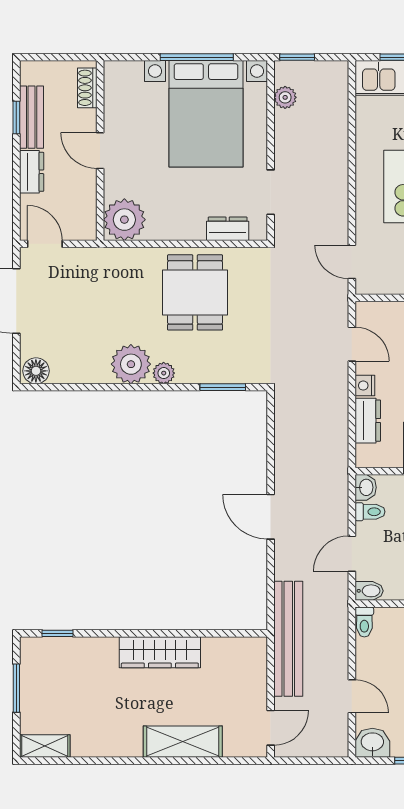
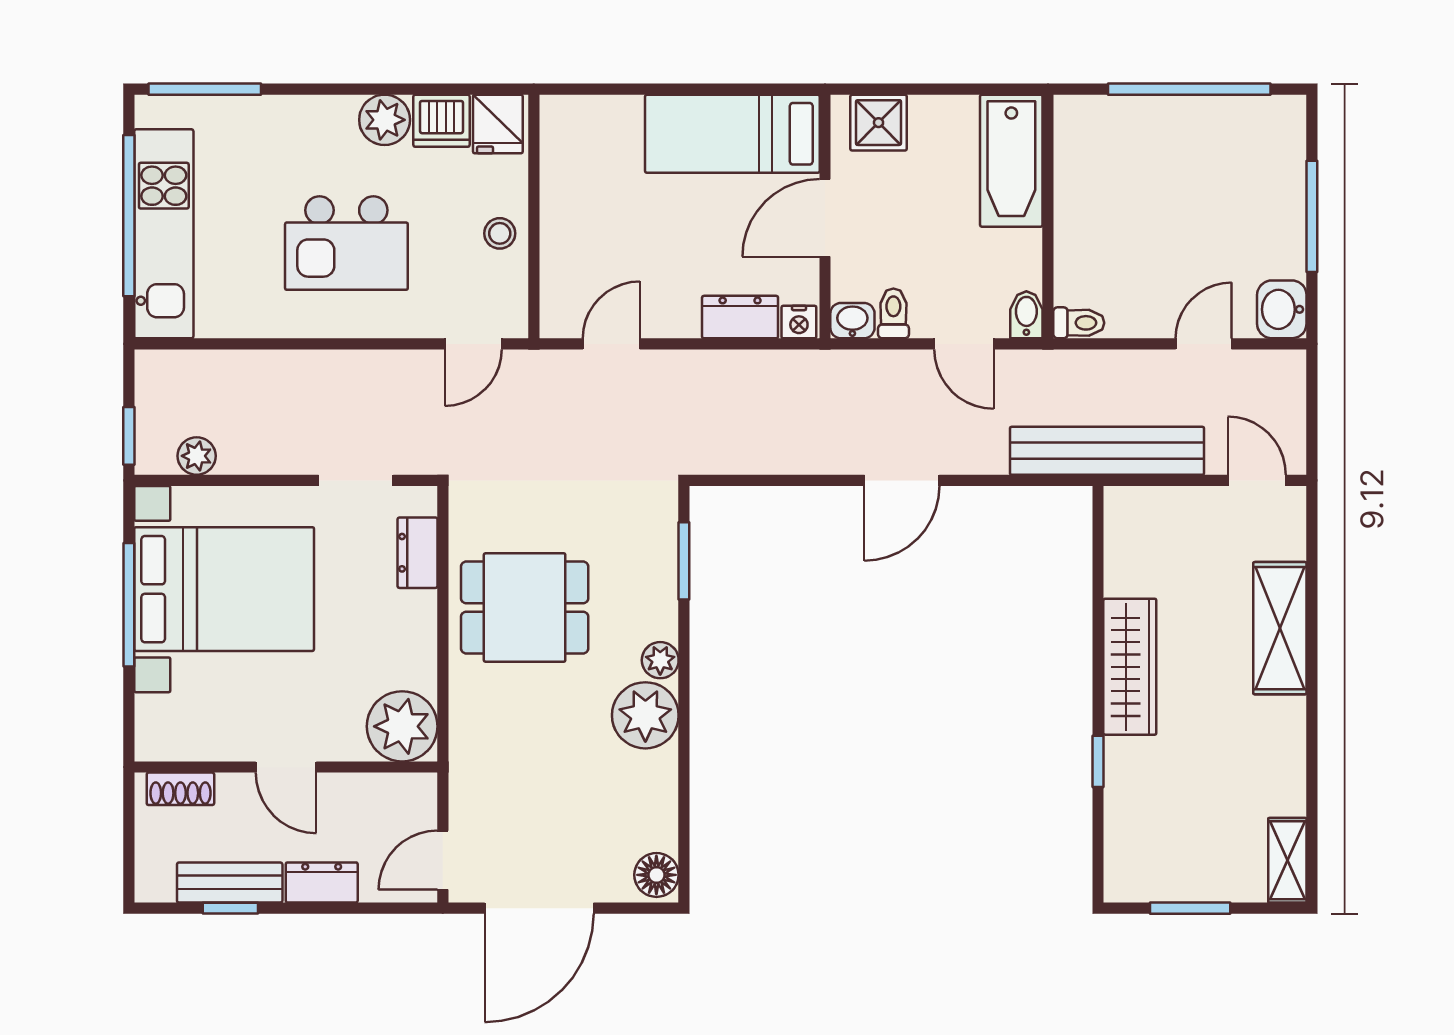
door: (100, 151) -> (286, 767), hinge flipped
nightstand: (365, 386) -> (799, 322), moved
window: (57, 633) -> (1098, 761), moved

